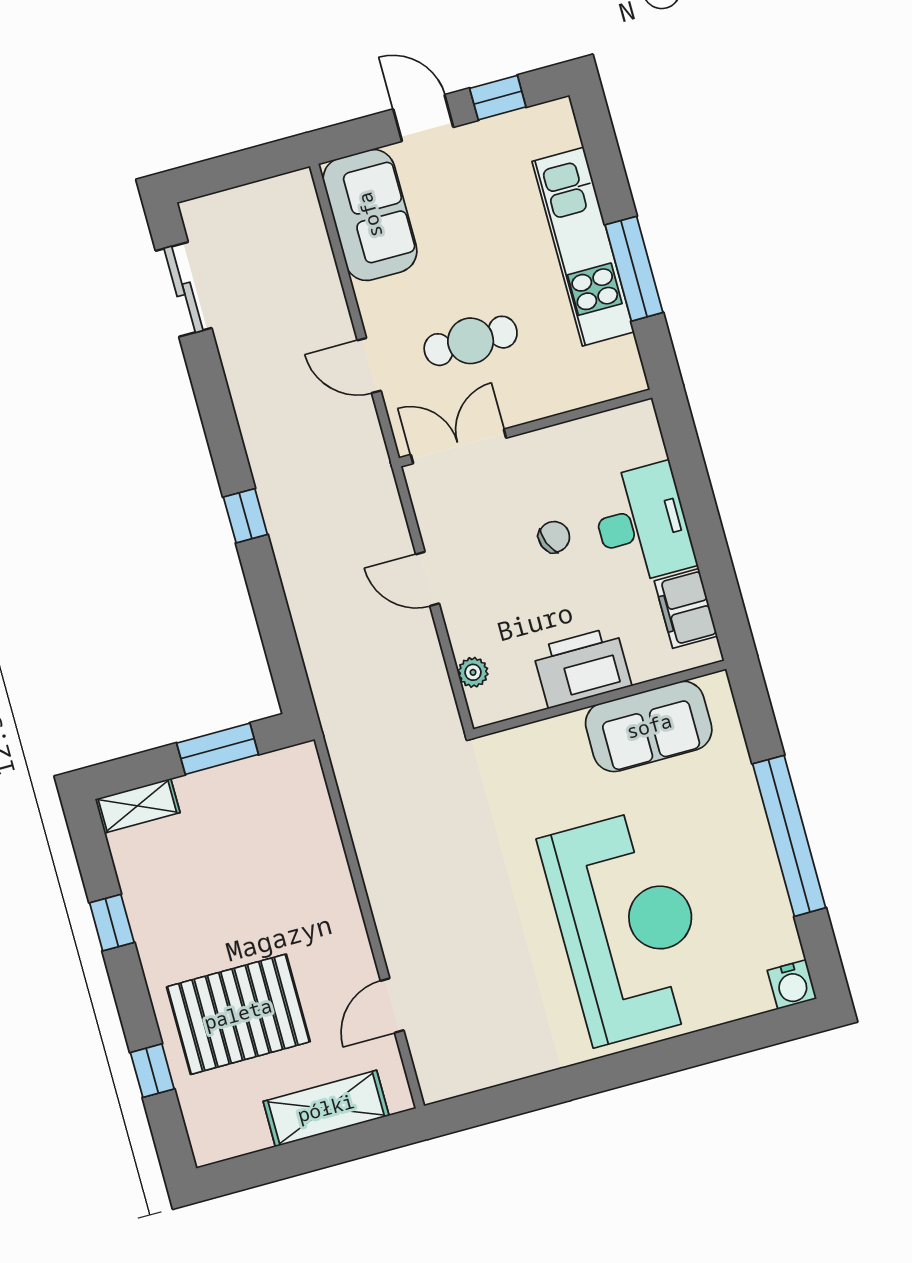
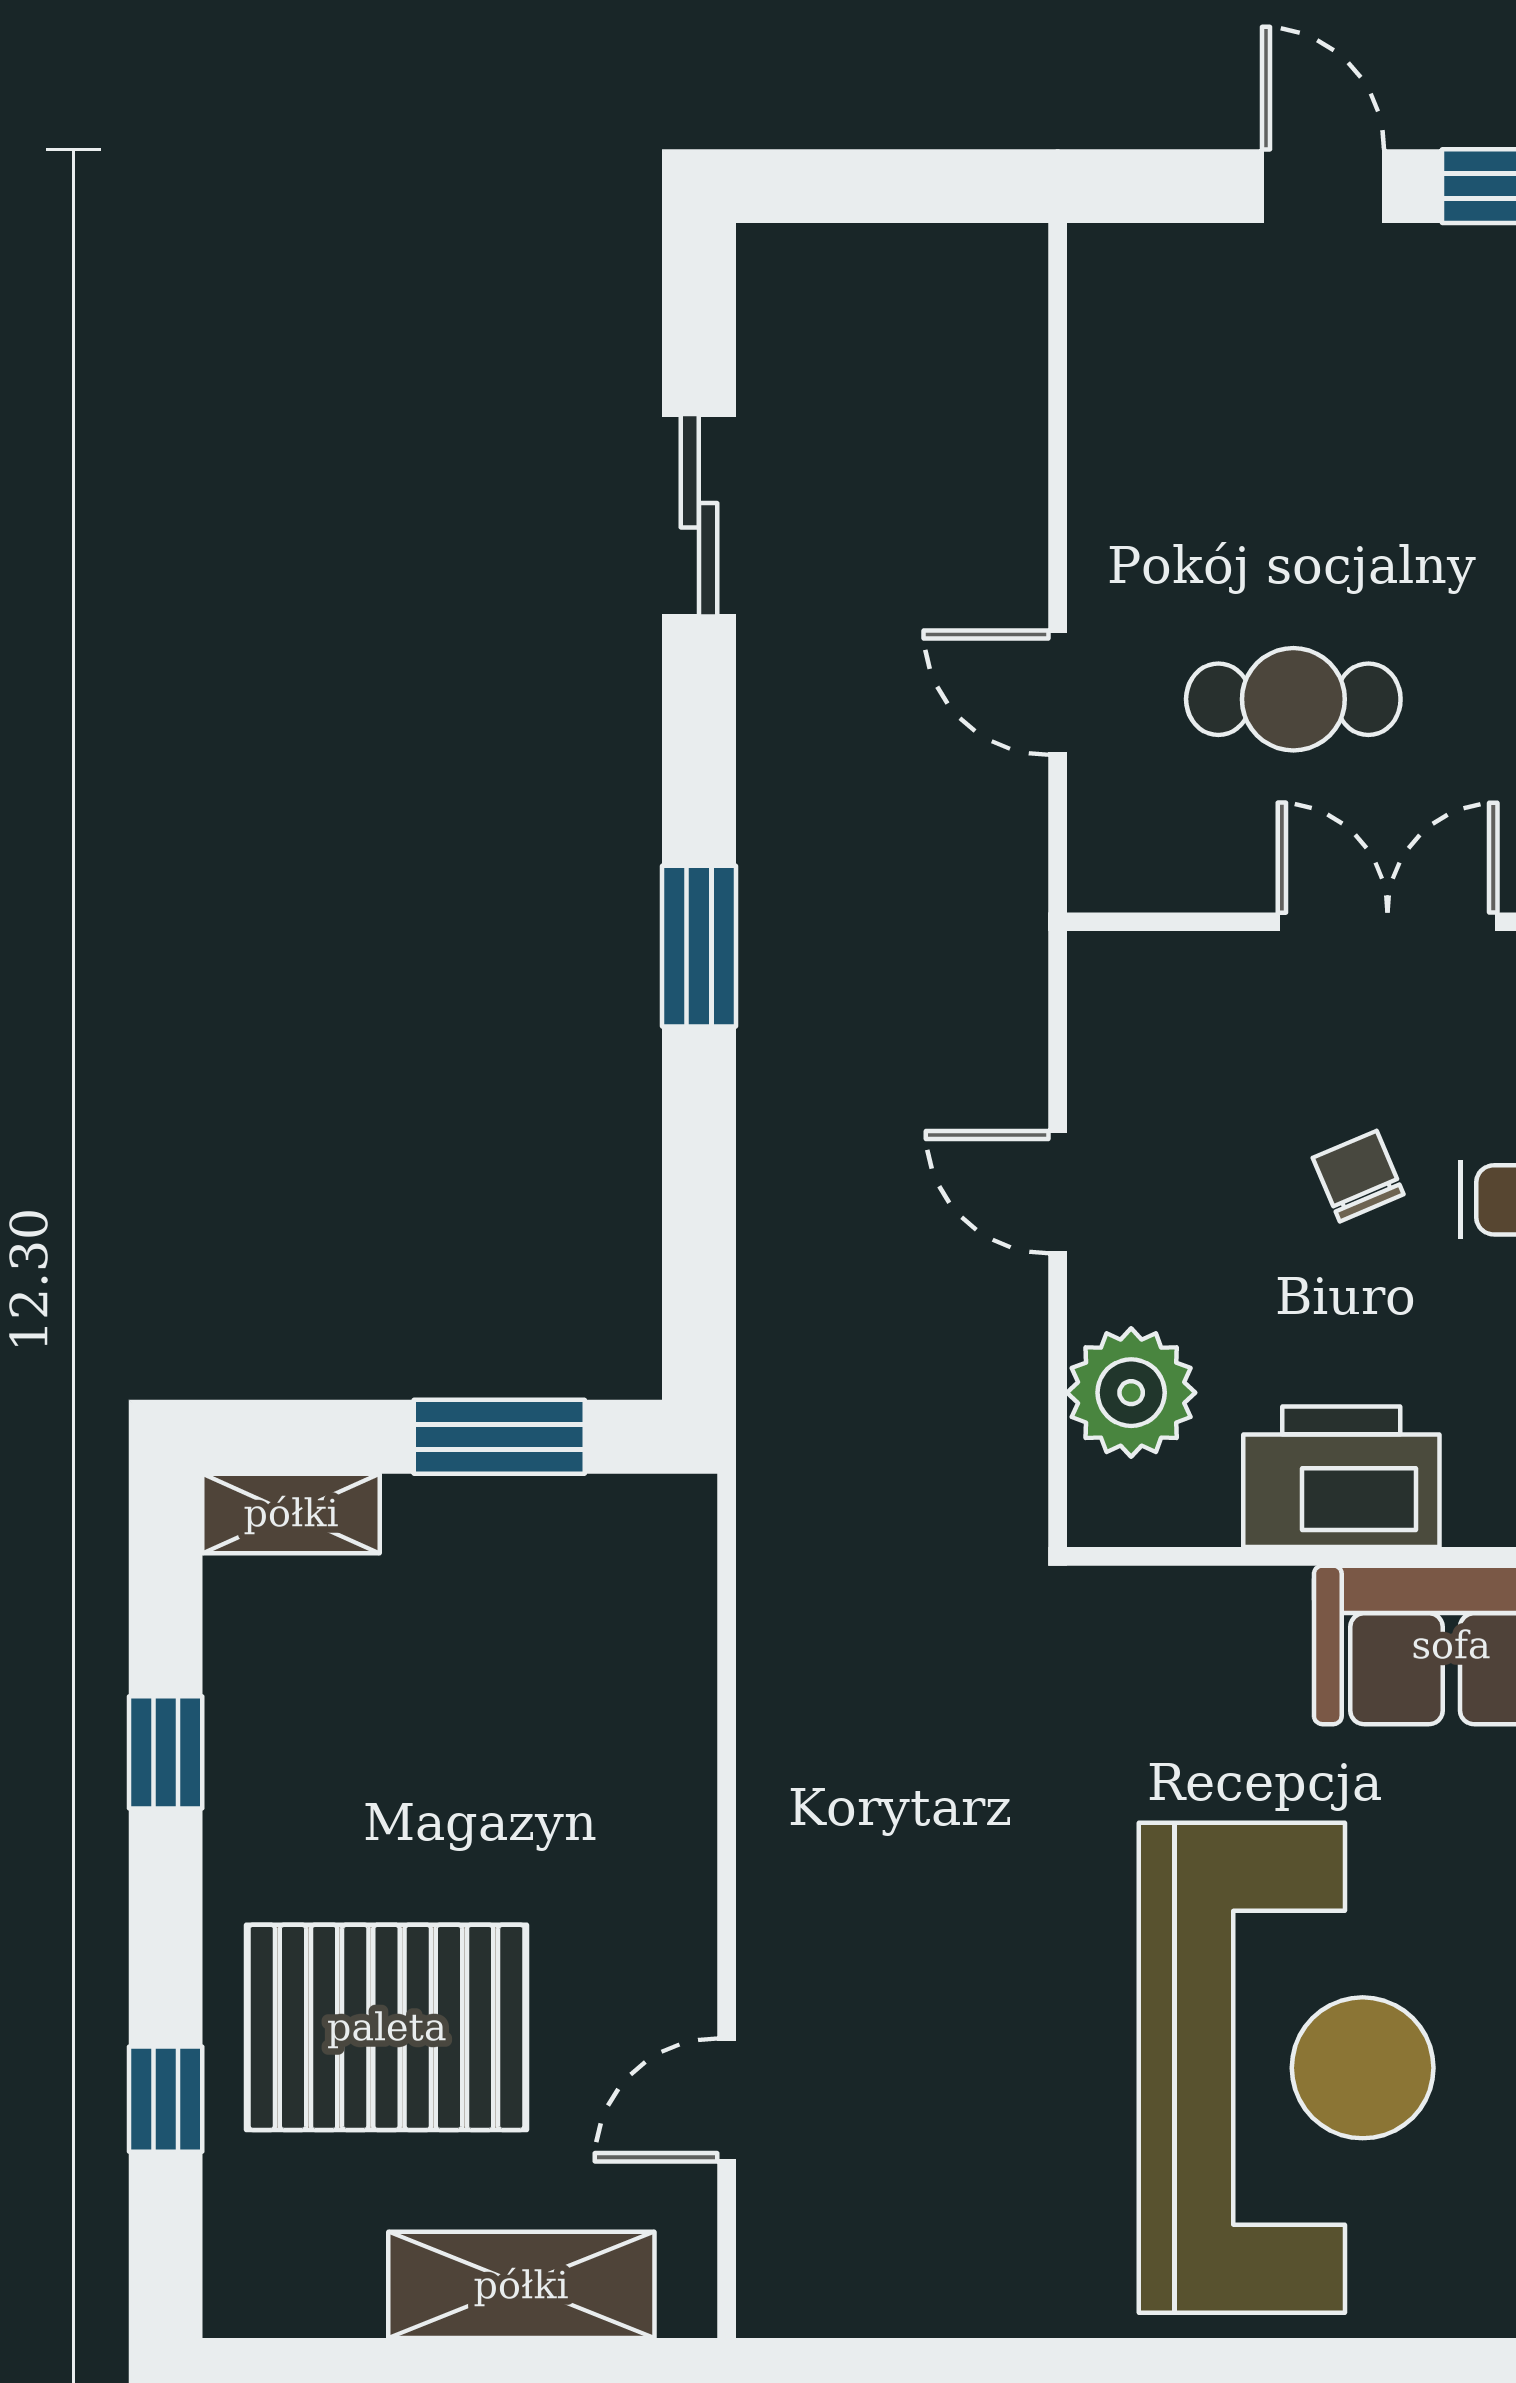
sofa: (370, 215) -> (1149, 365), removed
sliding door: (184, 289) -> (699, 515), moved
double door: (458, 446) -> (1388, 922), moved
window: (245, 516) -> (699, 946), width x1.50
chair: (554, 537) -> (1358, 1176), turned -91
plant: (473, 672) -> (1131, 1393), width x1.88, depth x1.88

